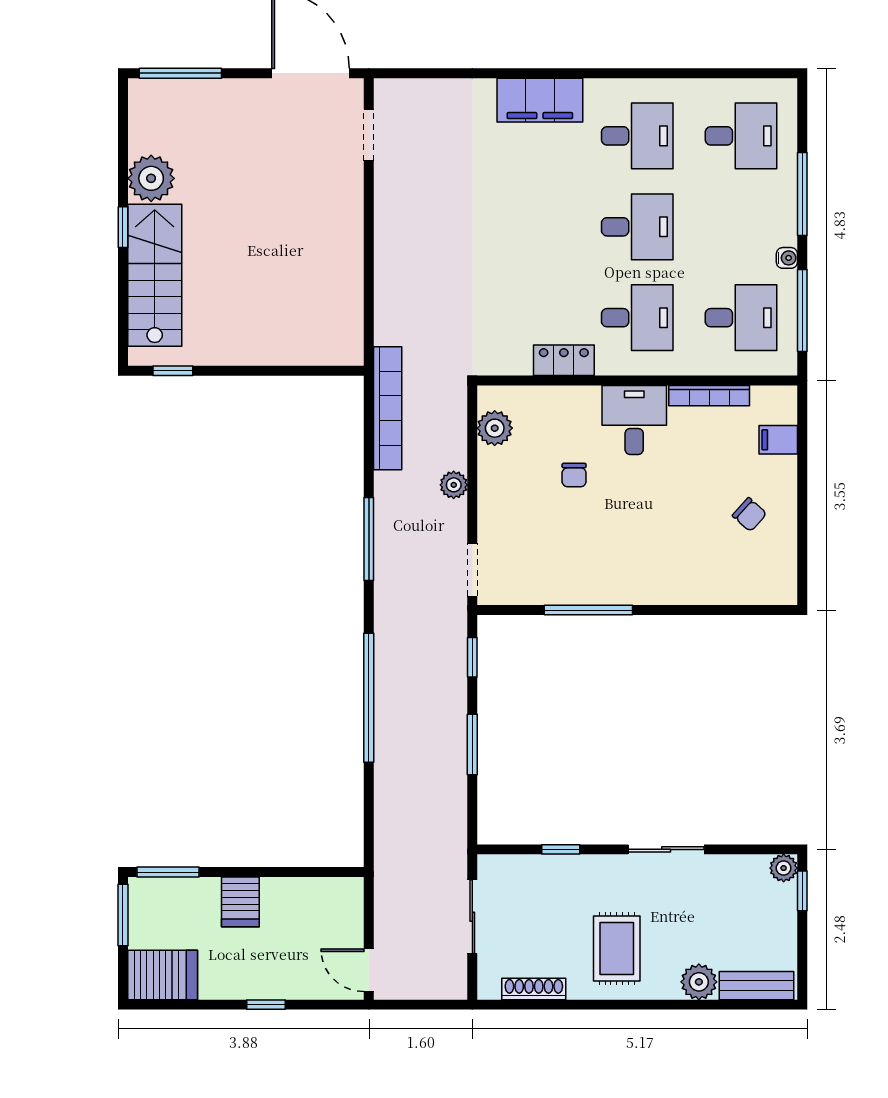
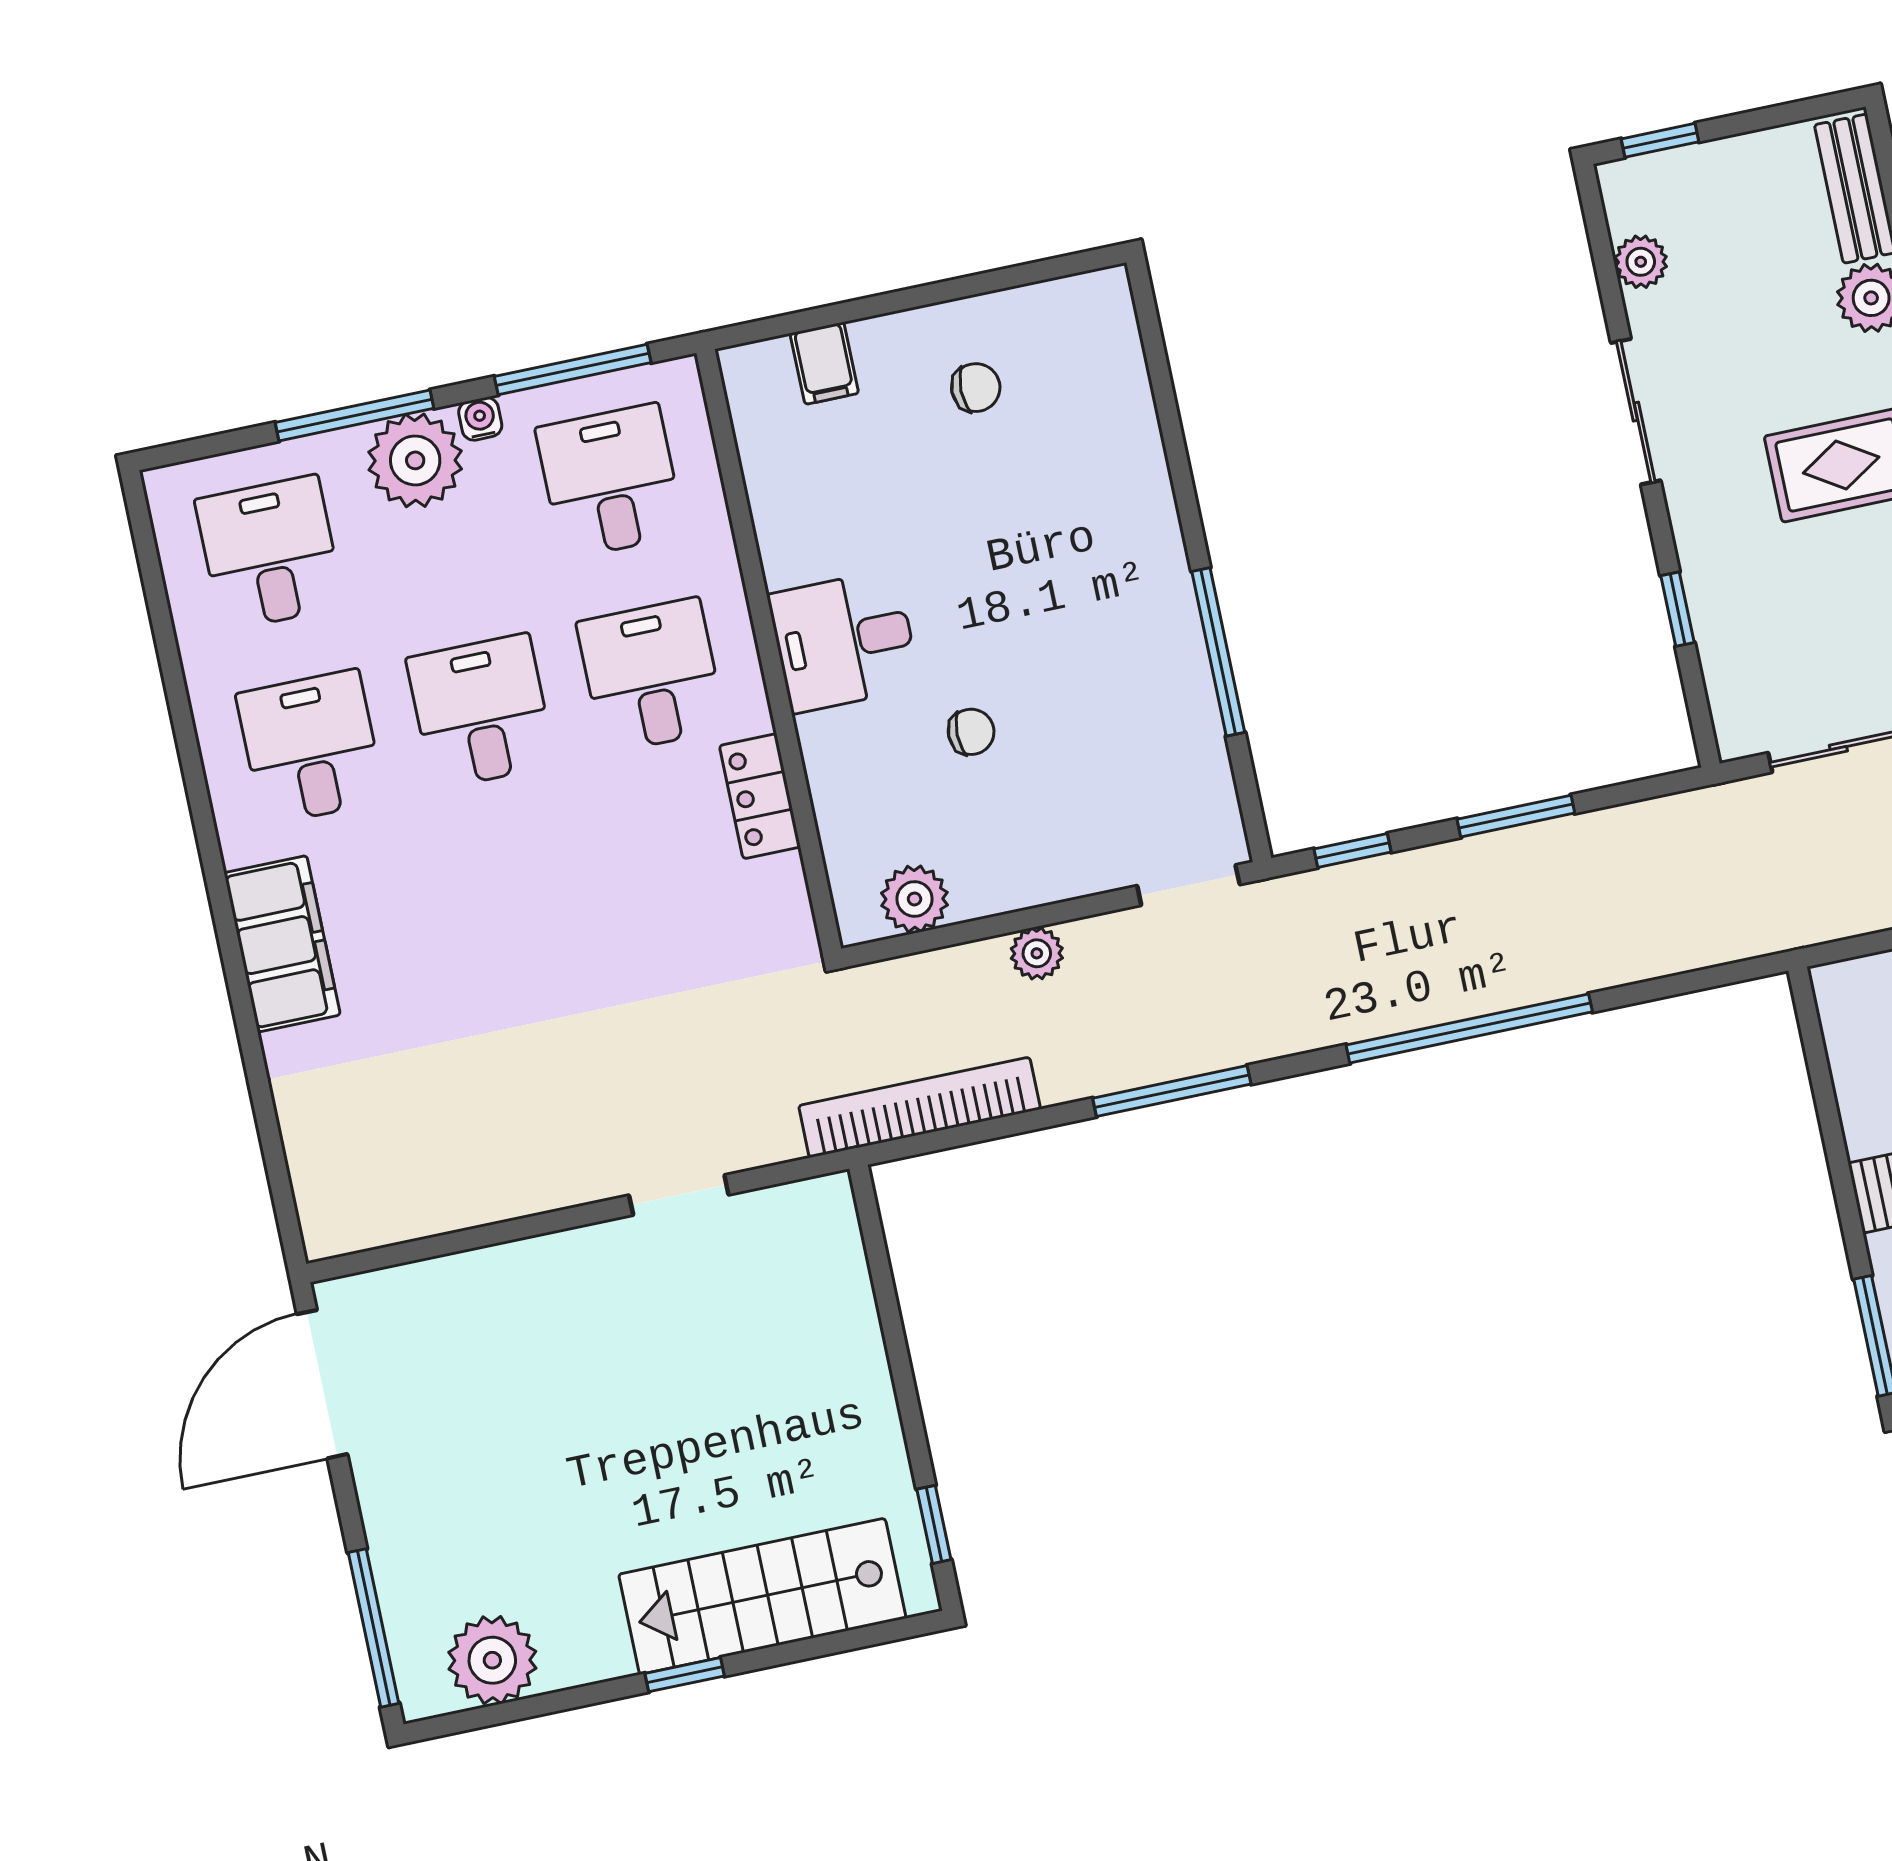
doorway: (369, 135) -> (679, 1195), moved
plant: (151, 178) -> (492, 1660), moved
plant: (773, 220) -> (415, 460), added
bookcase: (709, 396) -> (769, 510), removed
chair: (749, 515) -> (976, 388), turned 48
plant: (784, 868) -> (1641, 262), moved

